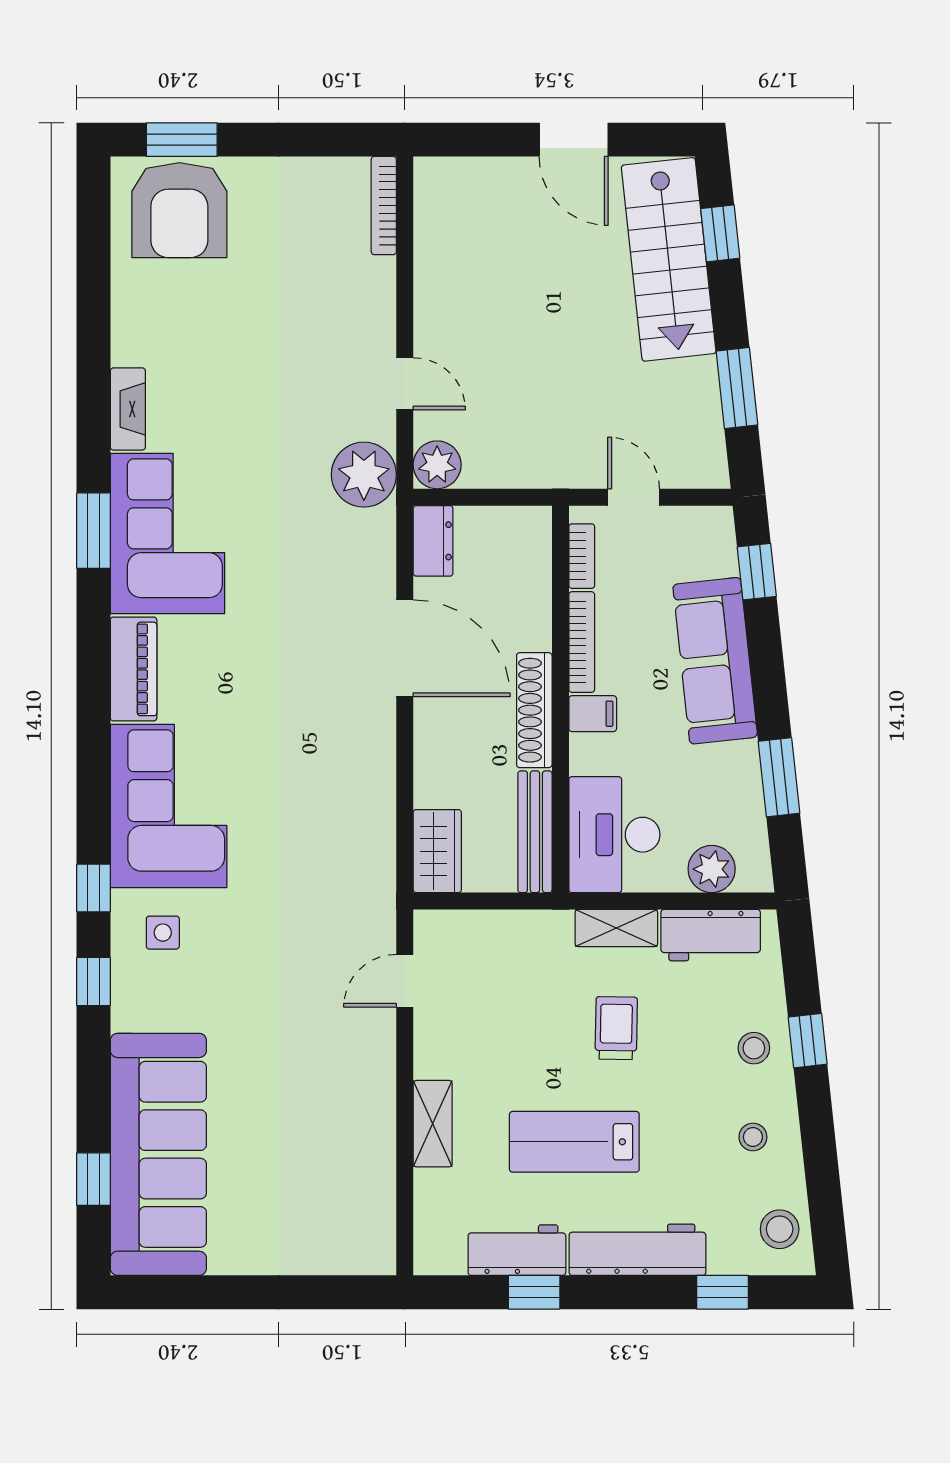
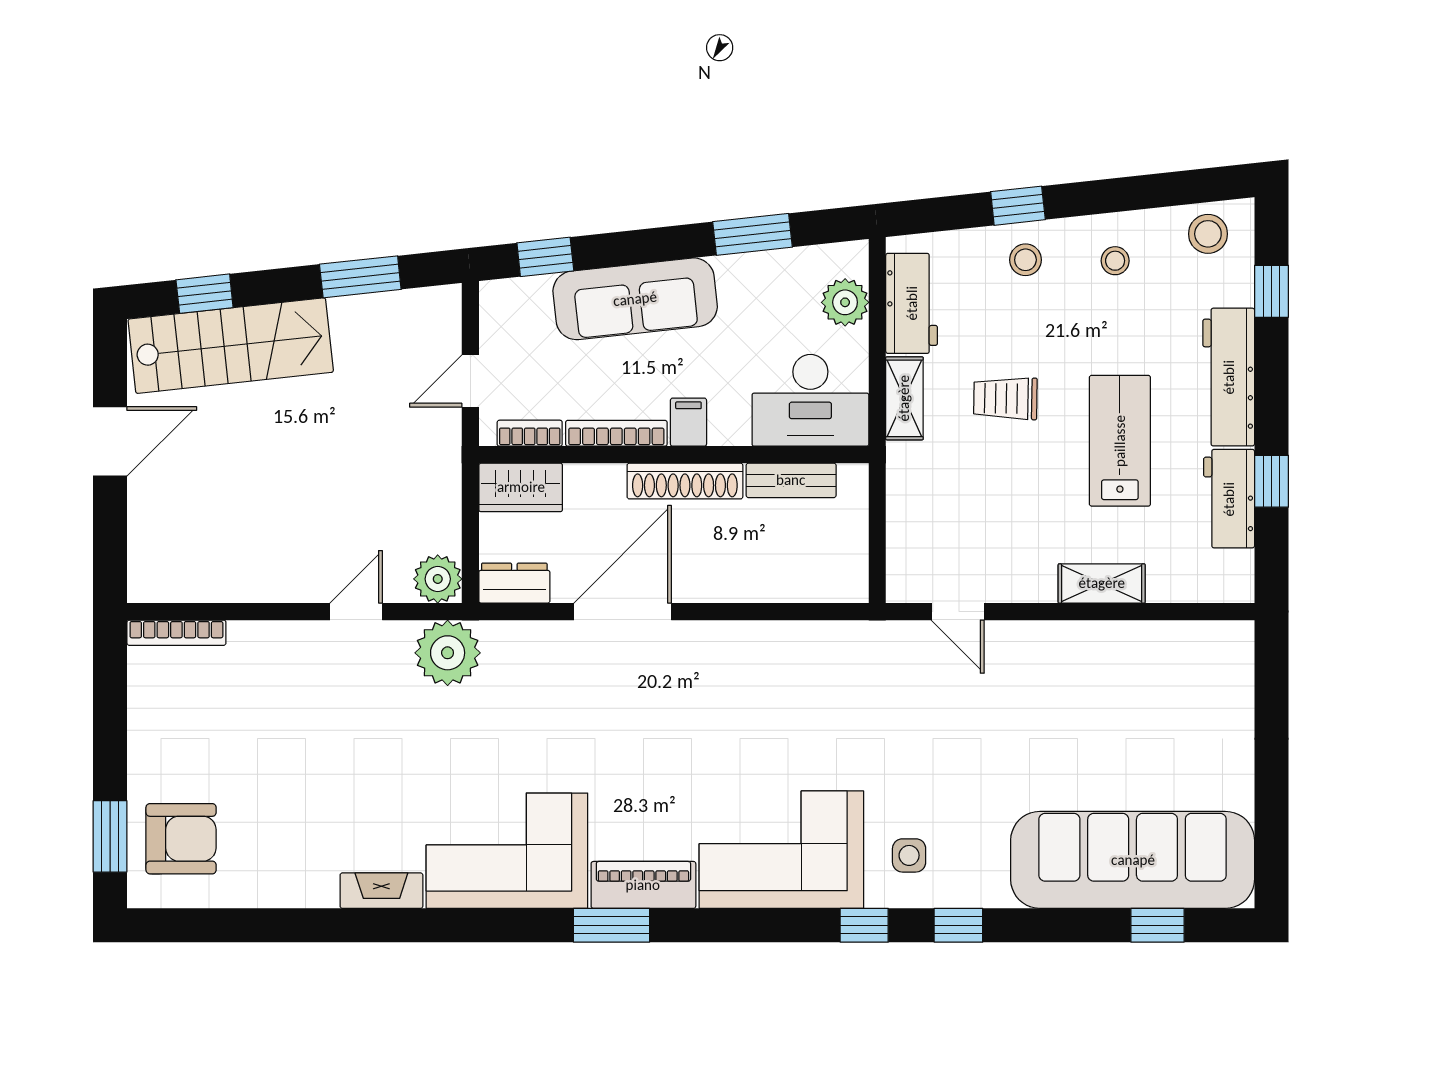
armchair: (179, 210) -> (181, 839), width x0.73, depth x0.73
window: (93, 531) -> (612, 925), moved
bench: (535, 832) -> (791, 480), width x0.73
wardrobe: (437, 851) -> (521, 487), moved, turned 180
lab bench: (574, 1142) -> (1120, 441), turned 180

